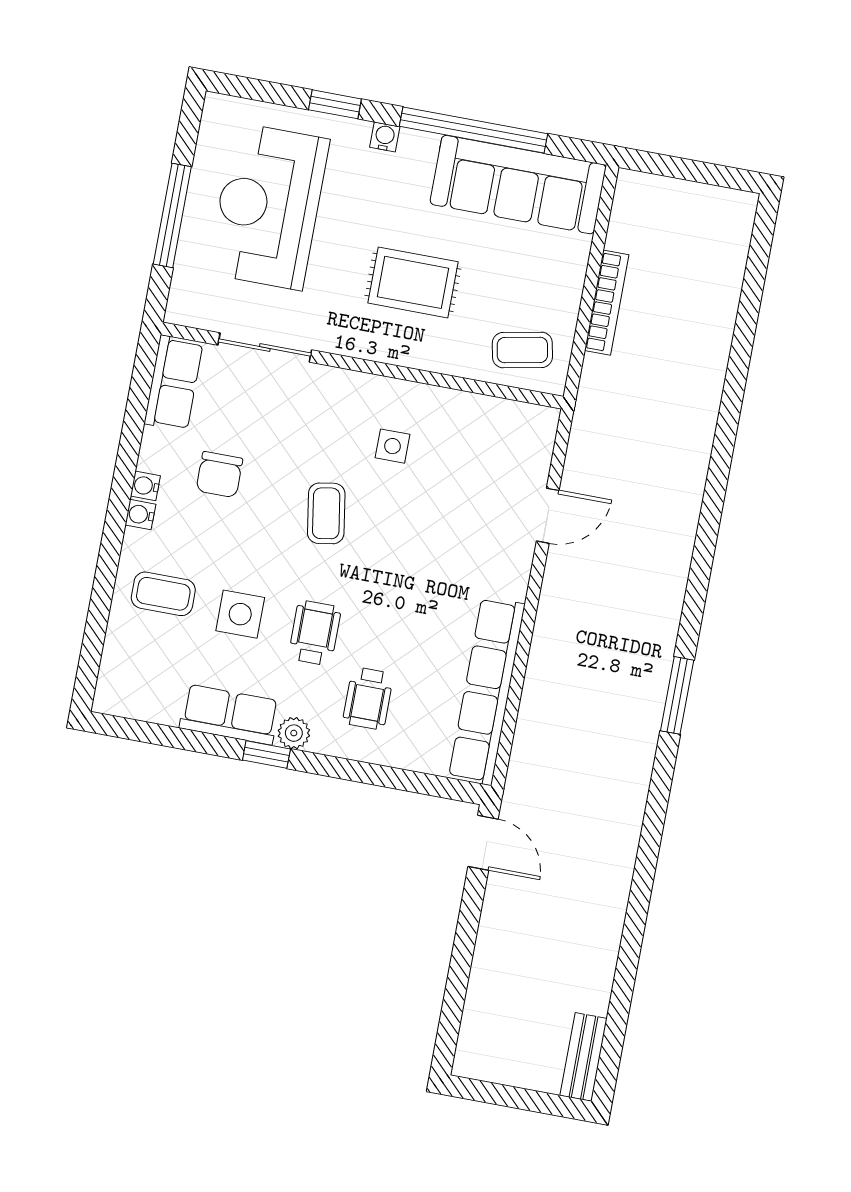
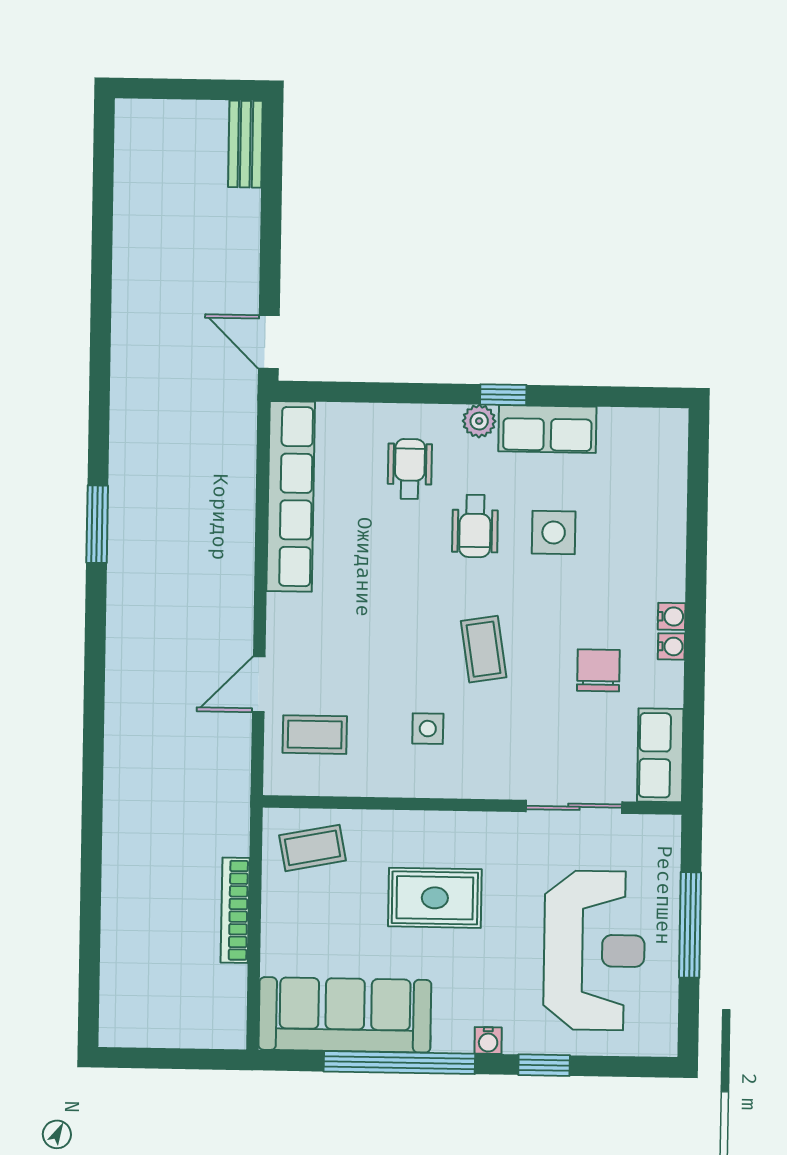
coffee table: (163, 594) -> (315, 735), moved
bench: (584, 1057) -> (245, 144), moved

